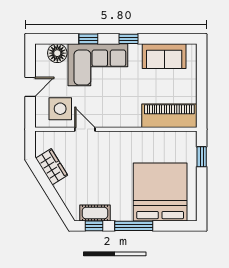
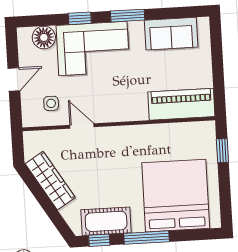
window: (128, 39) -> (128, 16), width x1.50
side table: (60, 109) -> (51, 103), width x0.54, depth x0.54
wardrobe: (52, 167) -> (50, 181), width x1.50
cot: (95, 213) -> (106, 221), width x1.37, depth x1.34

